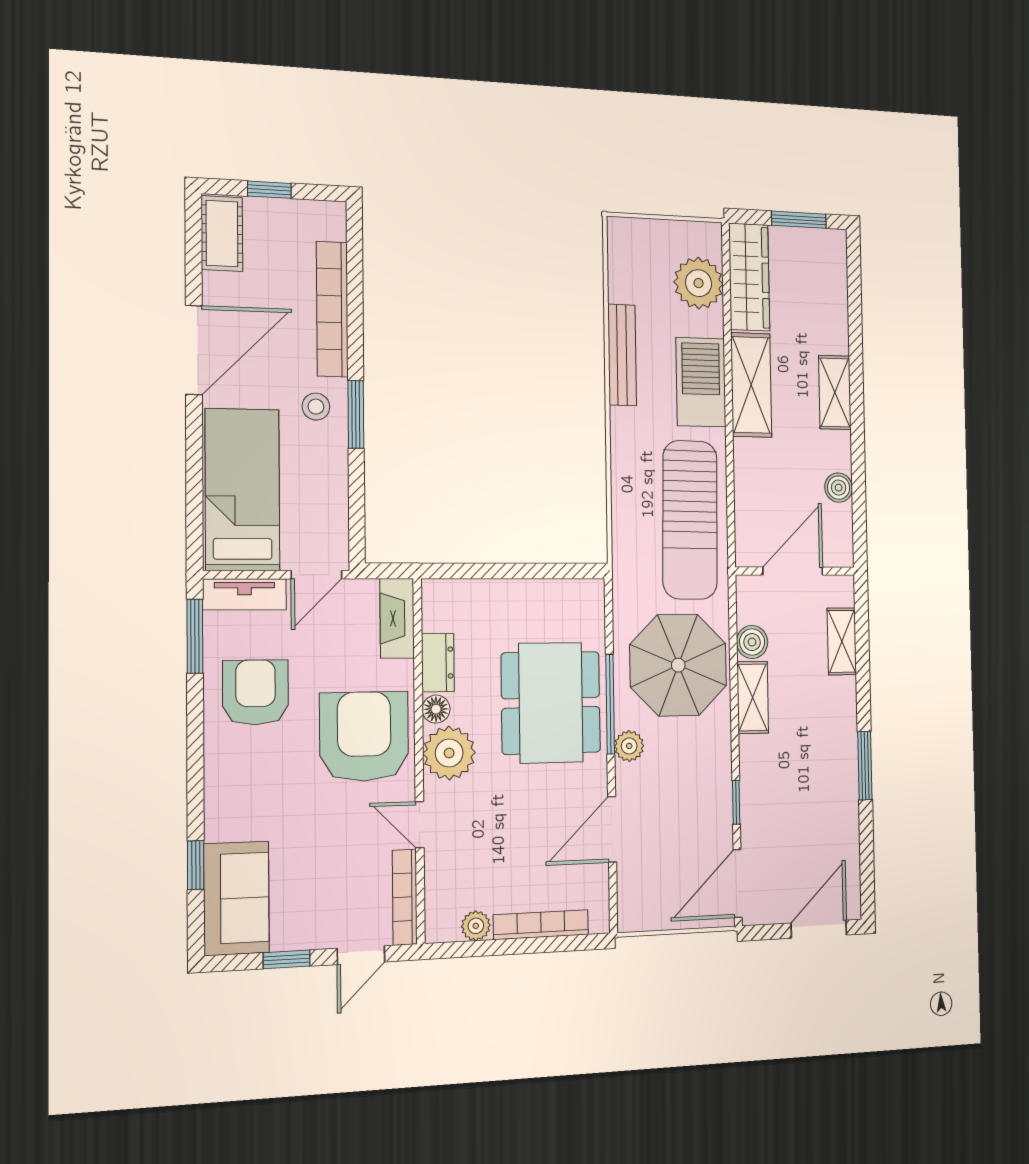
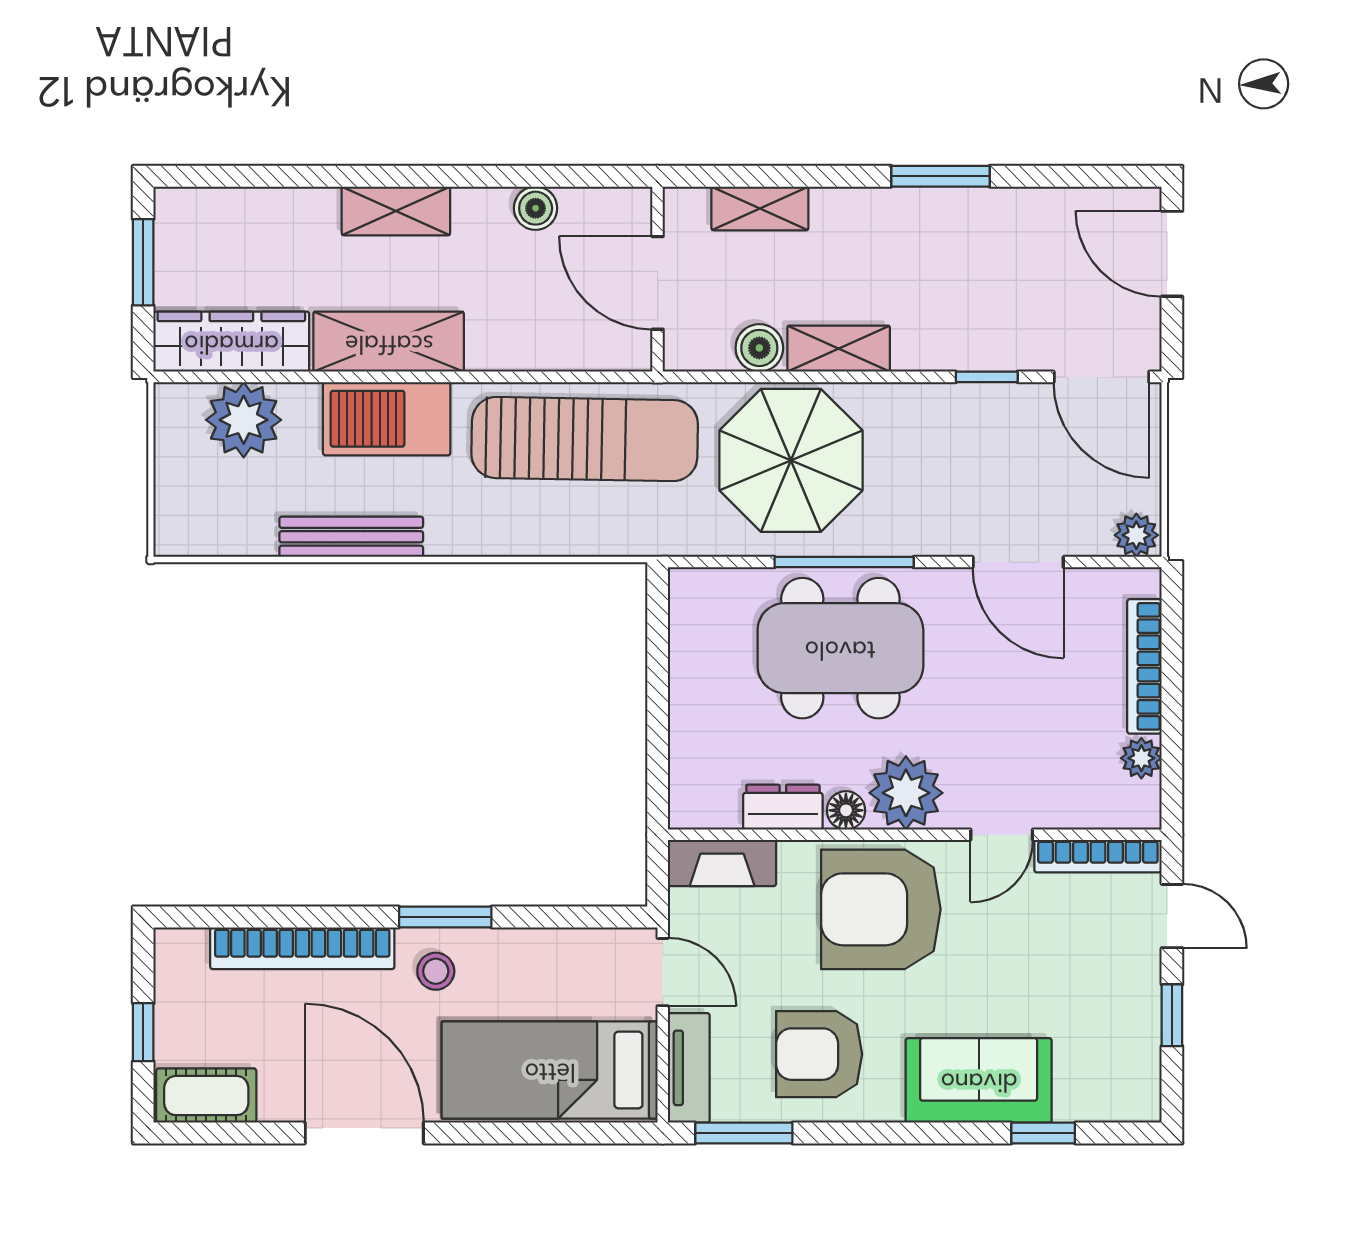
plant: (629, 746) -> (1136, 535), moved
sofa: (236, 898) -> (979, 1080), moved

